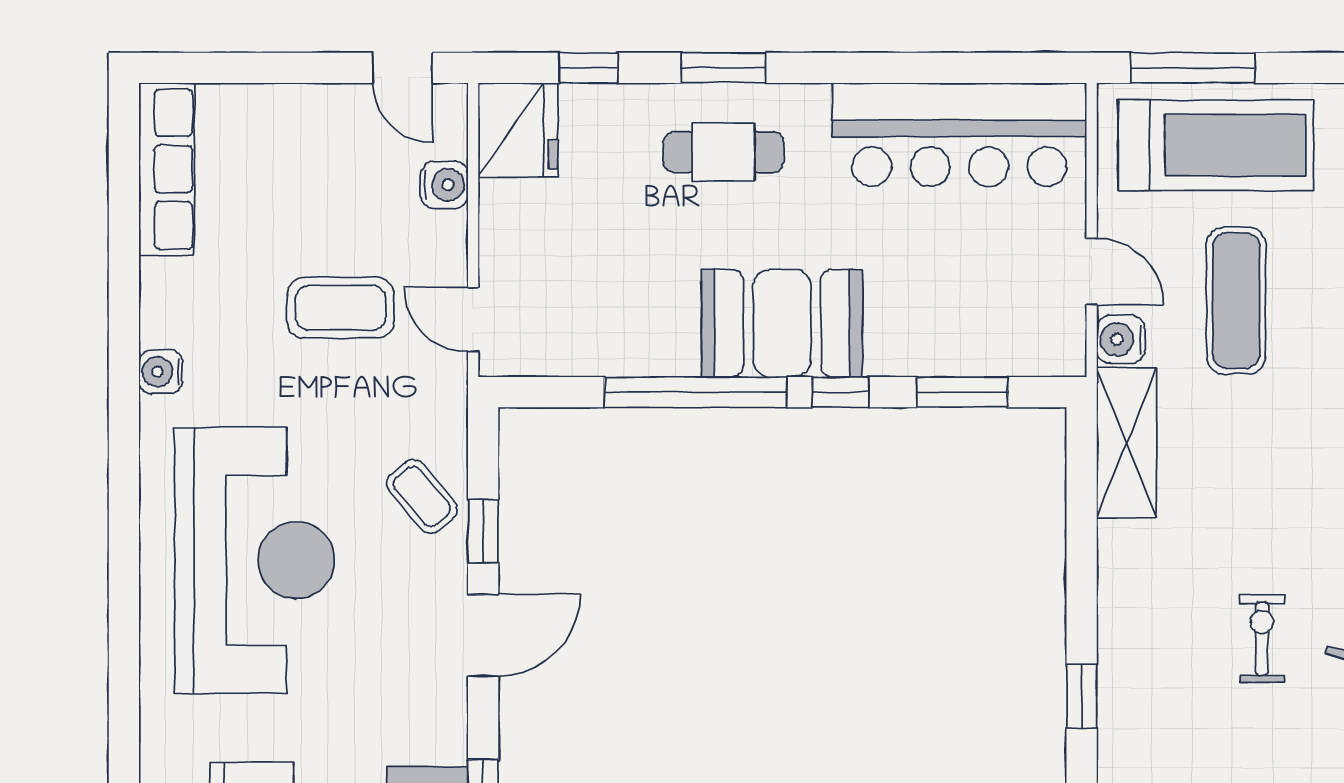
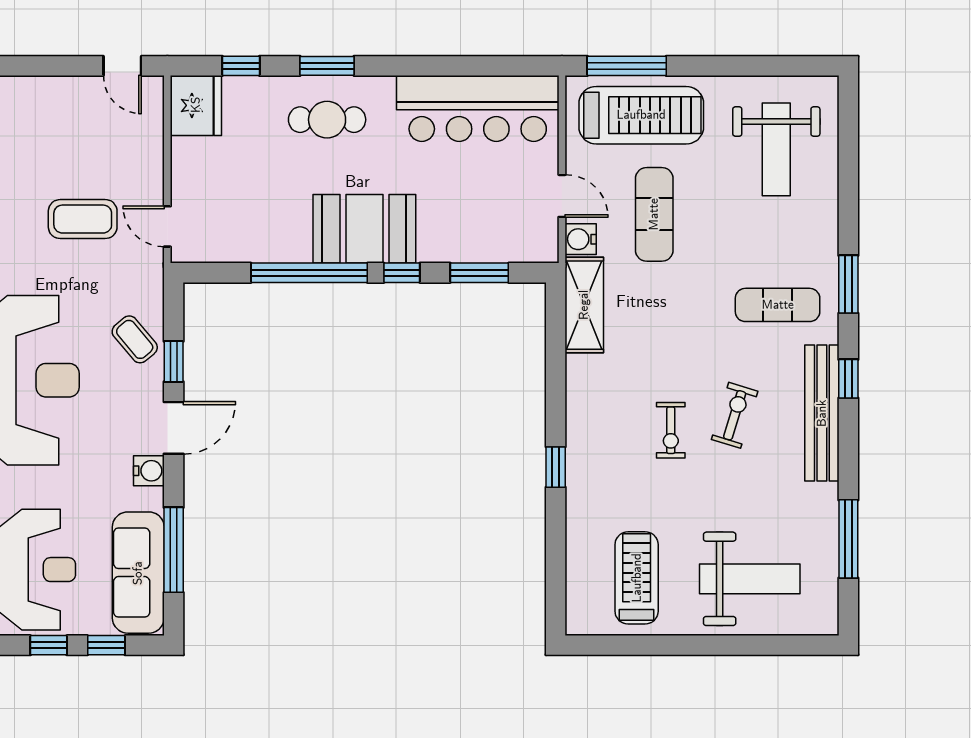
water cooler: (444, 185) -> (149, 471), moved
exercise bike: (1262, 639) -> (671, 430), turned 180

